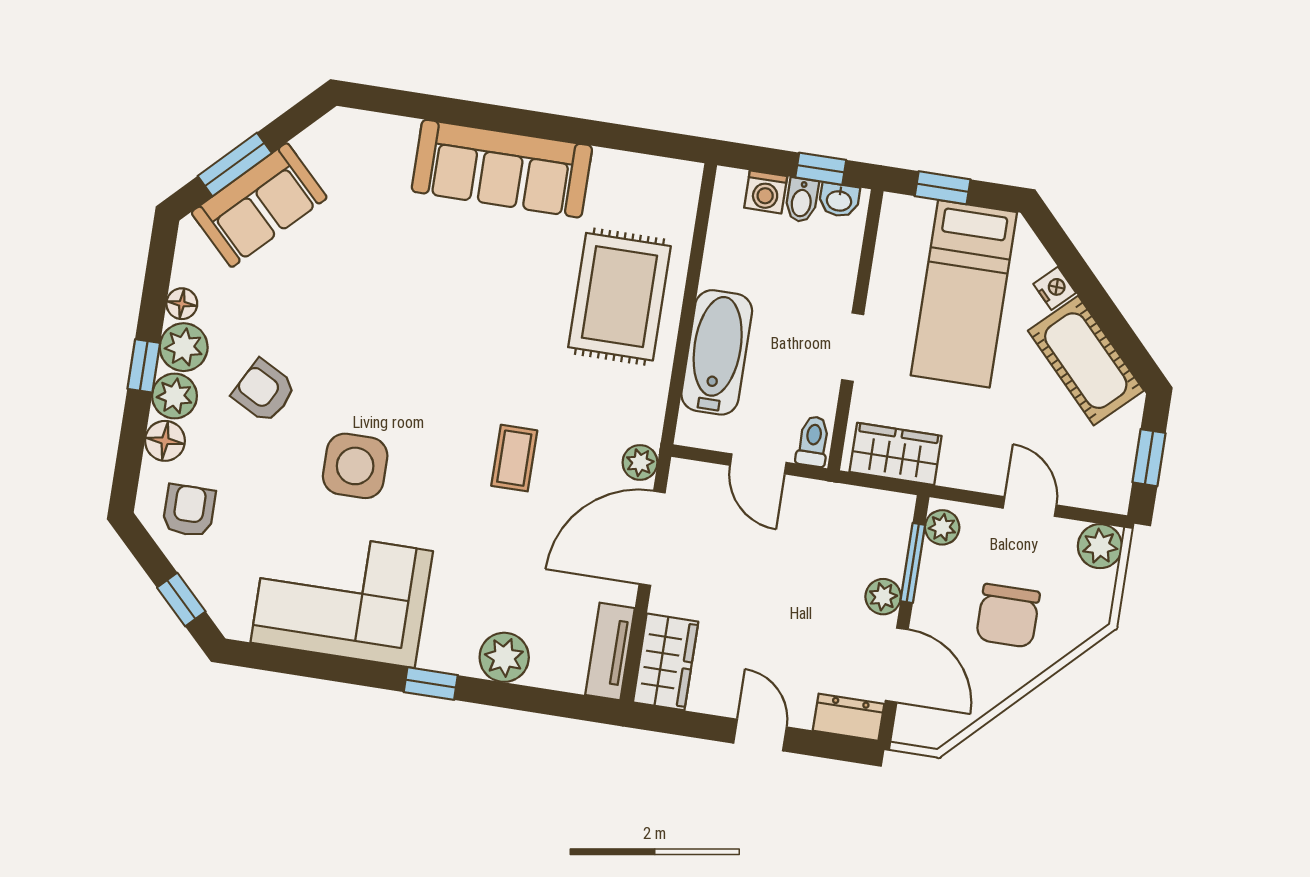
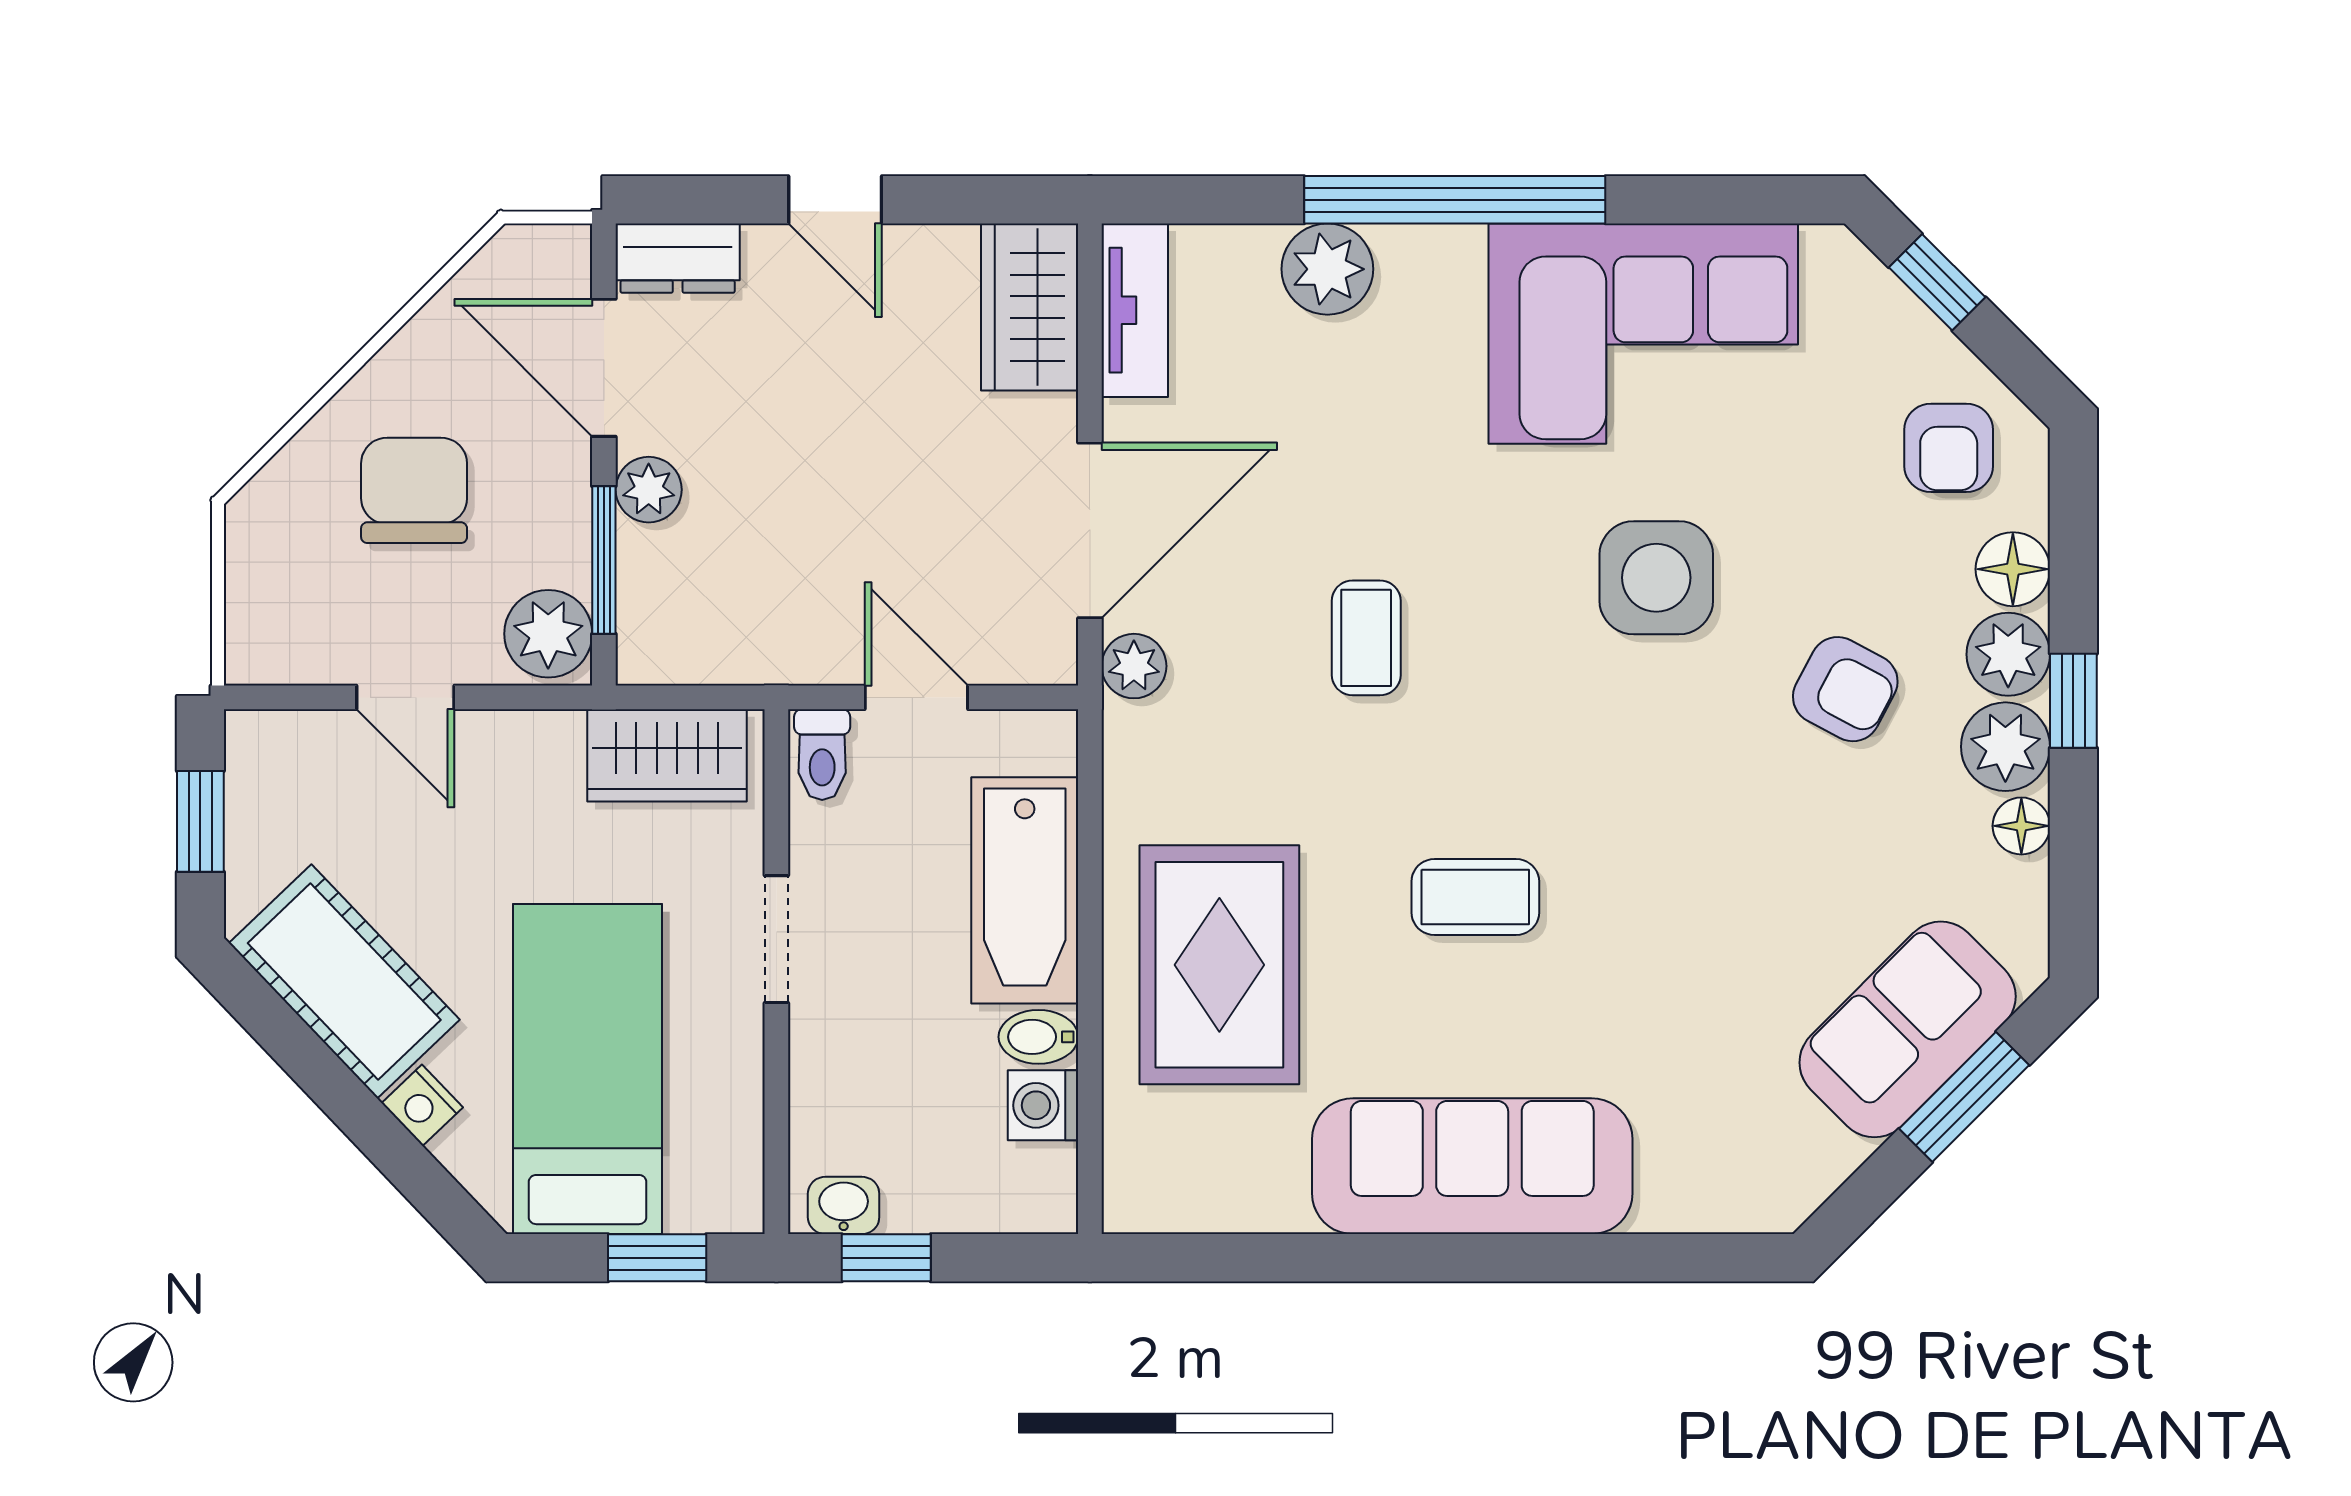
washing machine: (766, 192) -> (1043, 1105), moved, turned -90
bidet: (802, 200) -> (1038, 1037), moved, turned -90
coffee table: (478, 311) -> (1475, 897), added
plant: (942, 527) -> (548, 634), width x1.38, depth x1.38
plant: (1100, 546) -> (265, 645), removed
window: (431, 684) -> (1455, 200), width x3.17

